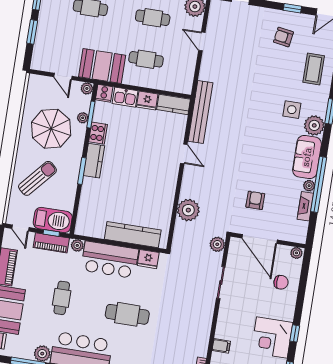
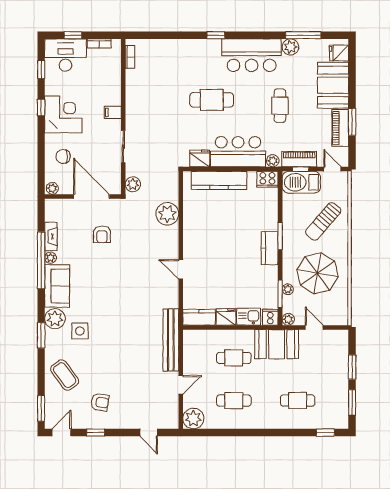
door: (202, 41) -> (181, 385), hinge flipped
coffee table: (314, 69) -> (65, 375), turned -36
bench: (201, 112) -> (171, 340), moved
cooker: (98, 133) -> (267, 179), moved, turned -90
corner desk: (272, 337) -> (63, 114), moved
filing cabinet: (221, 346) -> (113, 112), moved

